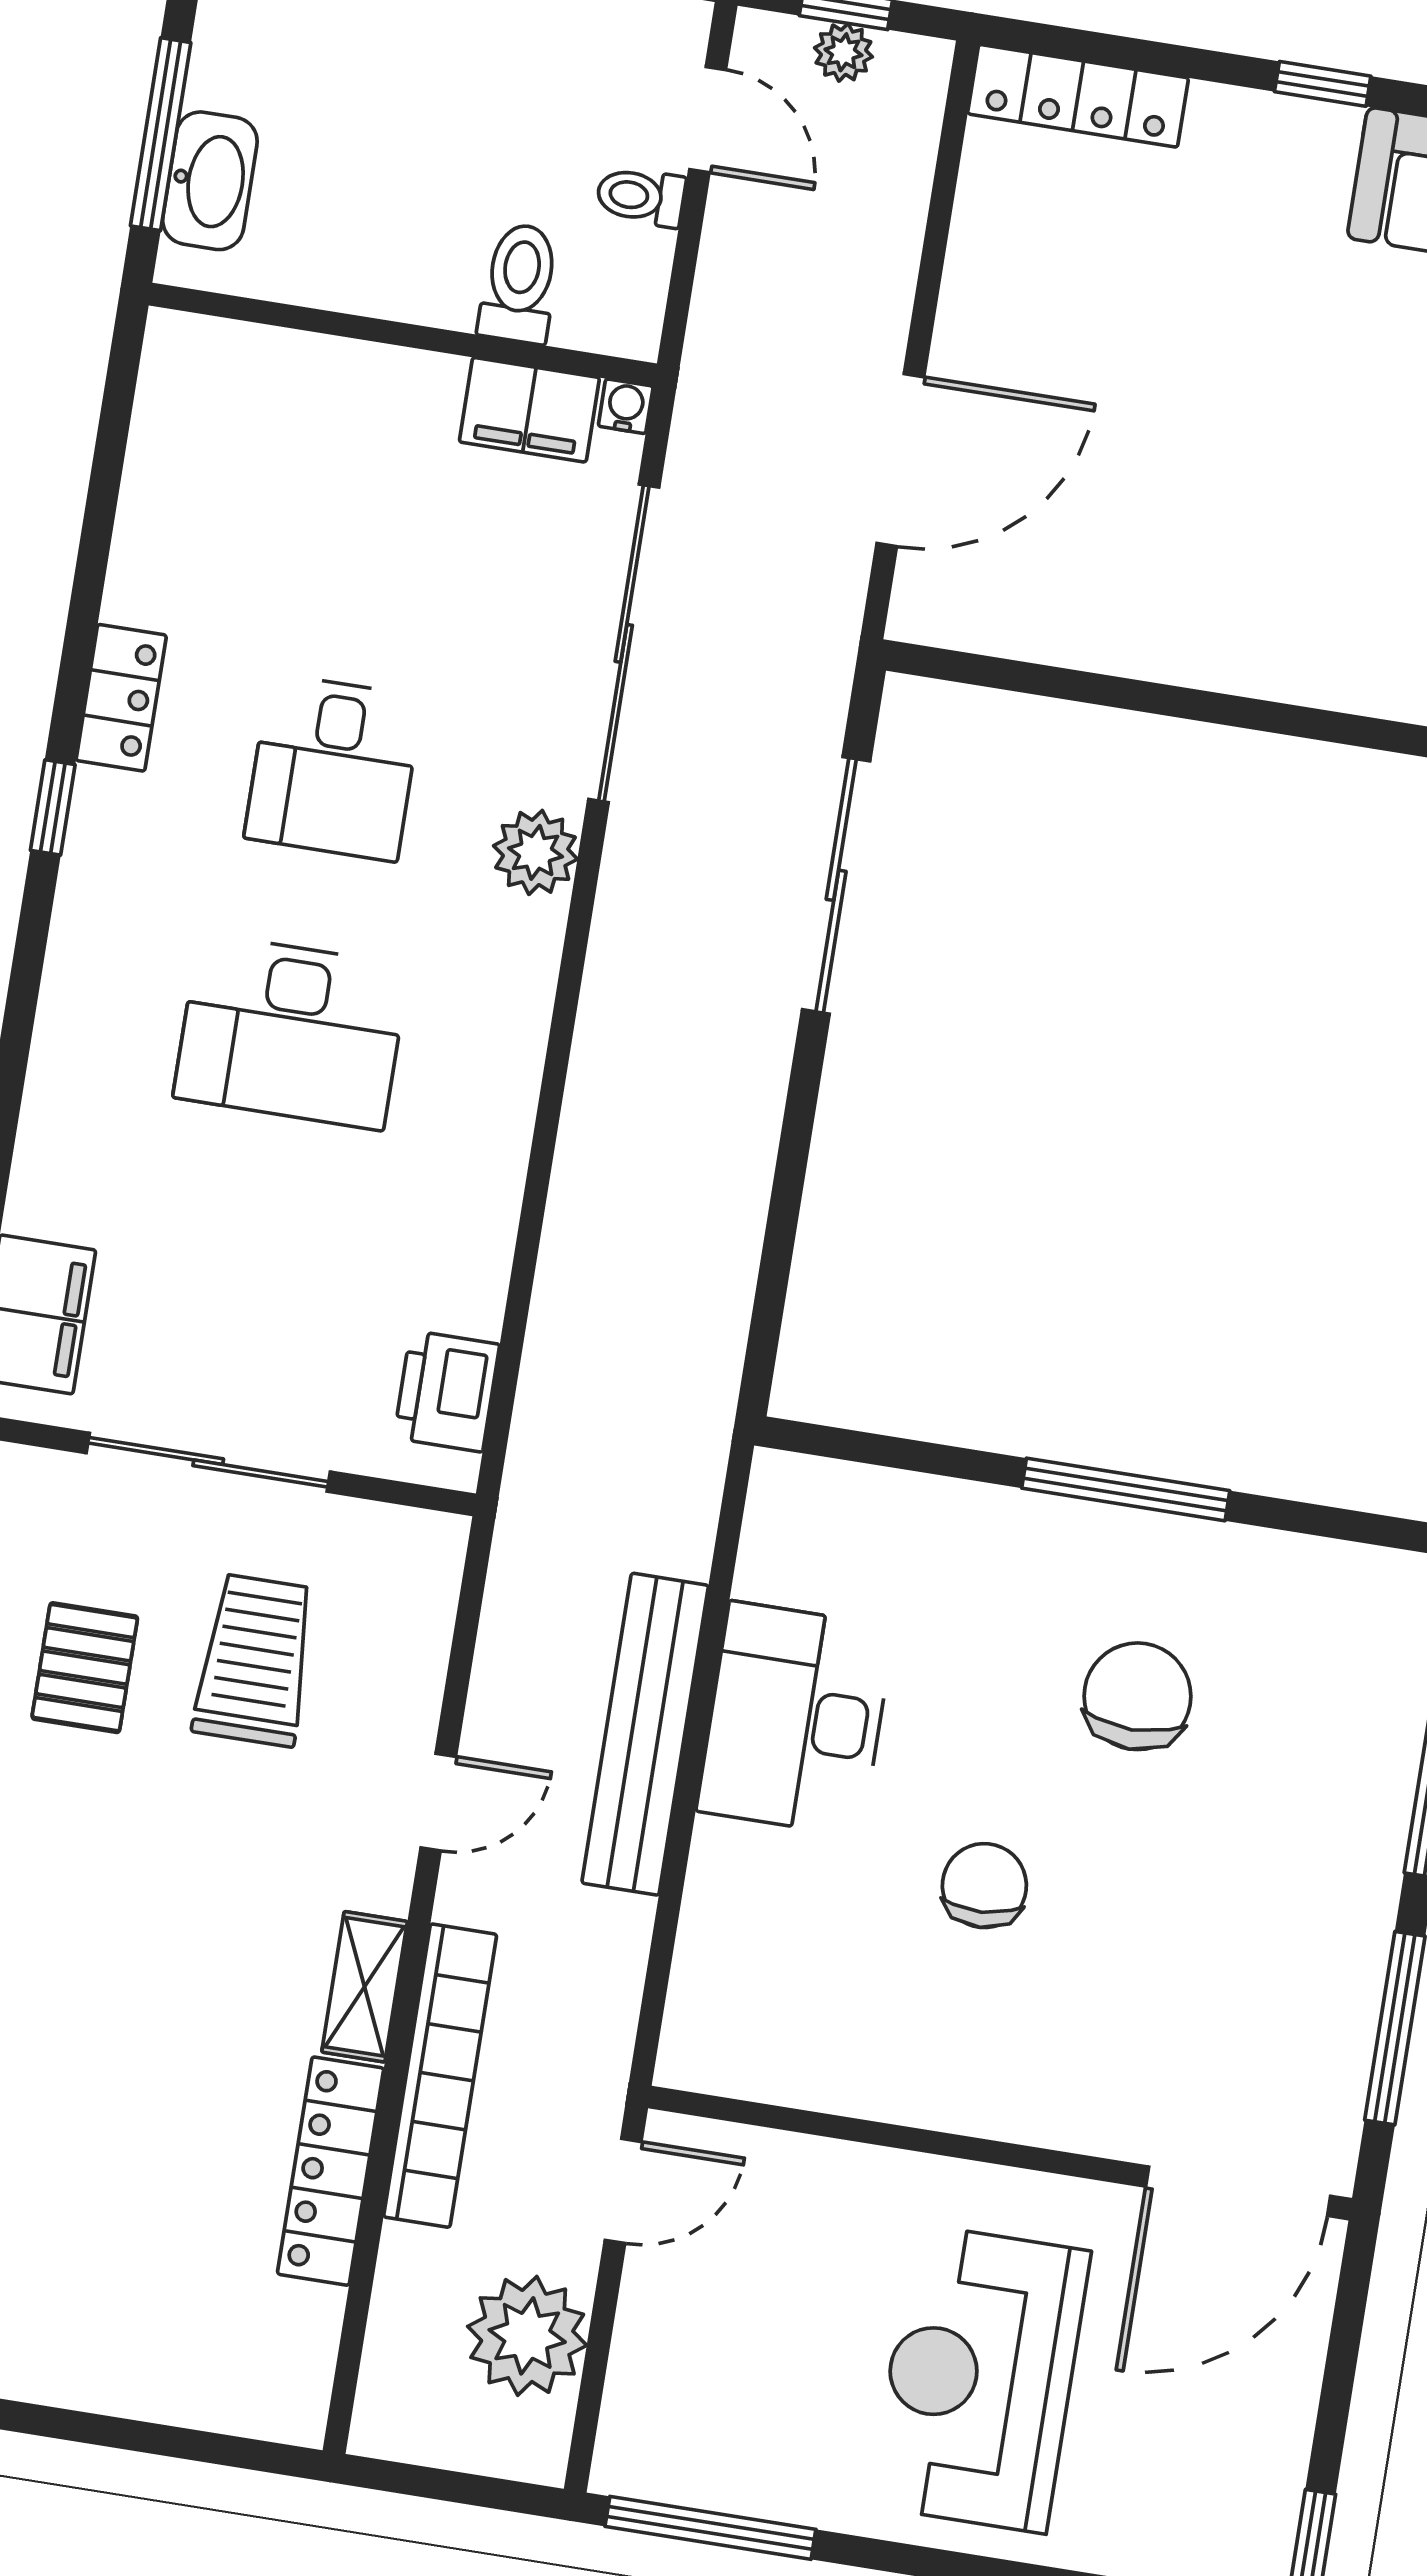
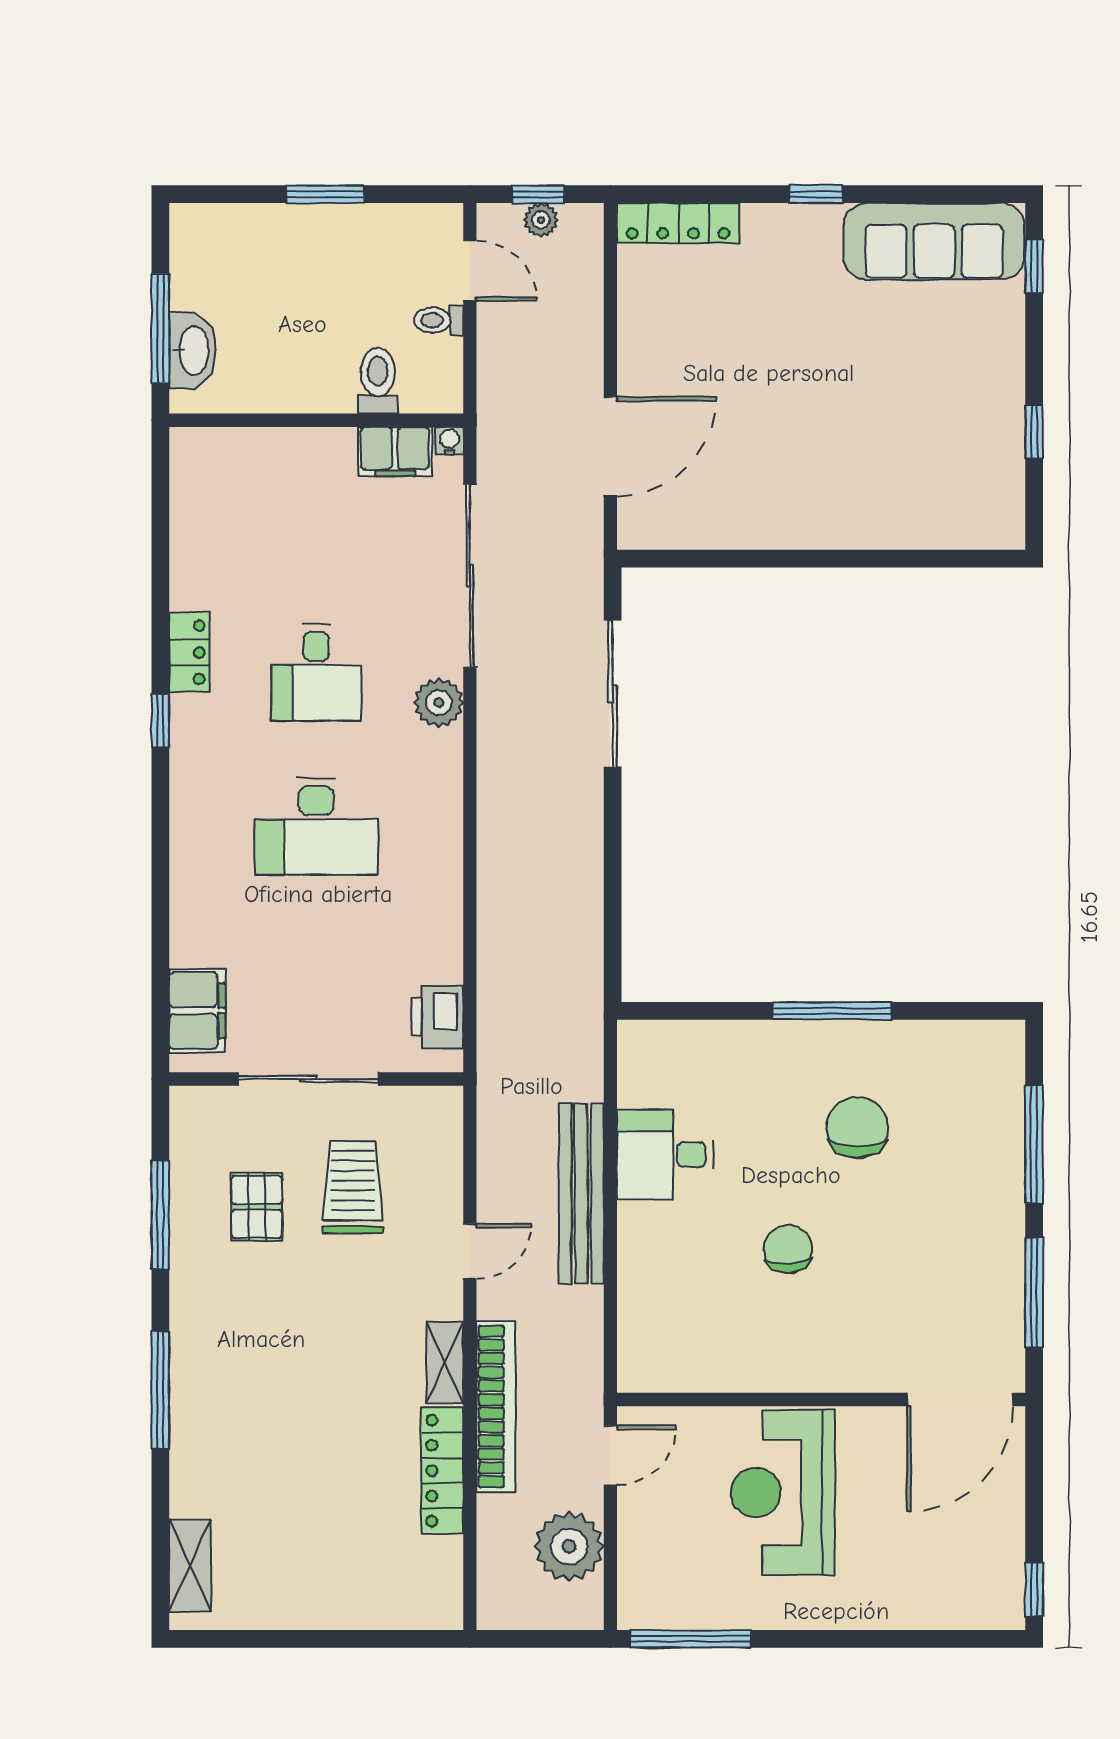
desk: (795, 1719) -> (665, 1155), width x0.73
reception desk: (980, 2379) -> (783, 1492), moved

